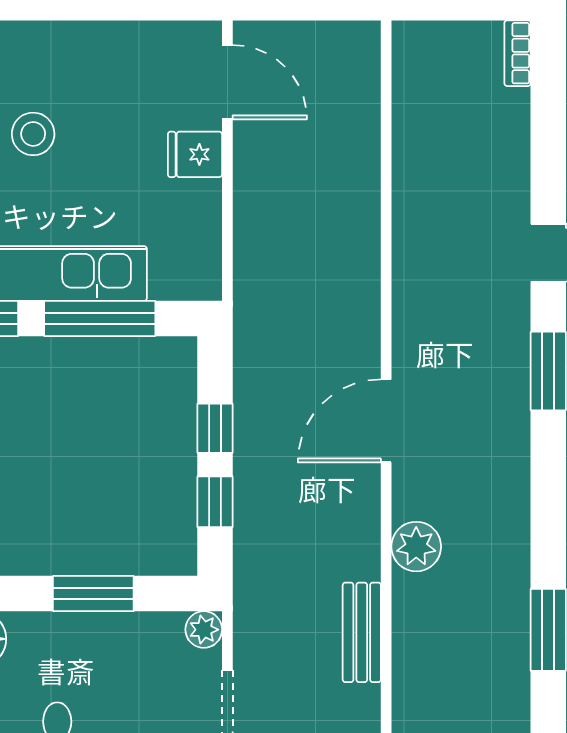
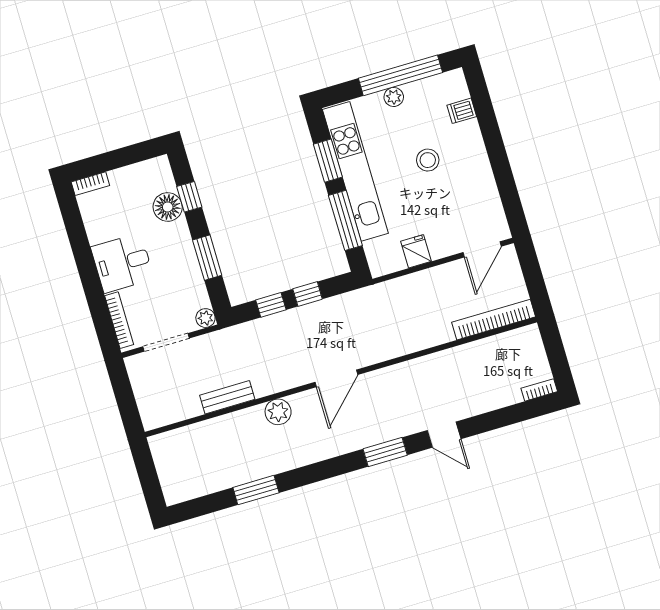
bookcase: (363, 99) -> (494, 320), added
fridge: (195, 154) -> (416, 251), moved
door: (386, 421) -> (336, 378), swing flipped

